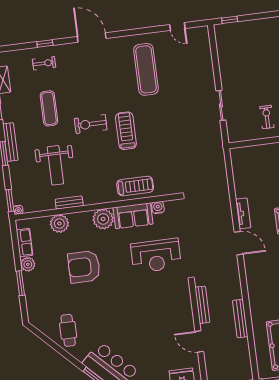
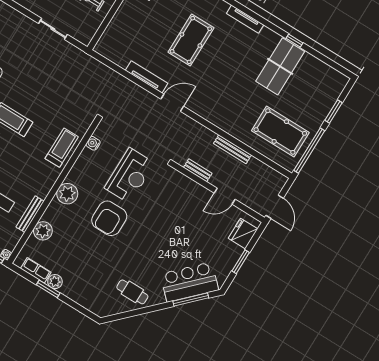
bench: (69, 203) -> (30, 214), width x1.36
tv unit: (243, 213) -> (147, 77), width x1.41
sofa: (133, 216) -> (84, 168), removed
armchair: (84, 267) -> (109, 218), moved
window: (20, 283) -> (48, 289), moved
bench: (202, 305) -> (198, 170), width x0.73

